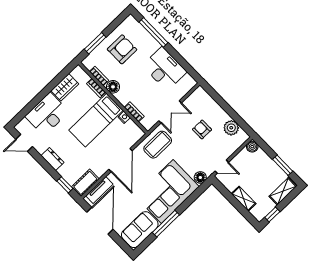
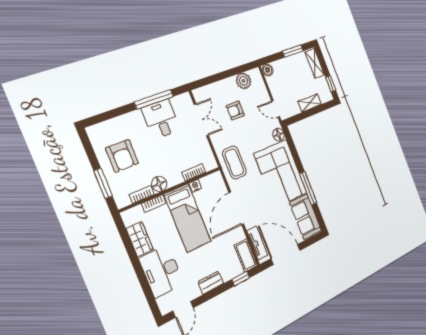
window: (153, 32) -> (154, 99), moved
armchair: (122, 49) -> (122, 156), turned 180
desk: (164, 69) -> (161, 119), width x0.73
double door: (170, 112) -> (201, 120), moved
door: (121, 160) -> (236, 208), swing flipped
door: (222, 167) -> (276, 109), swing flipped

